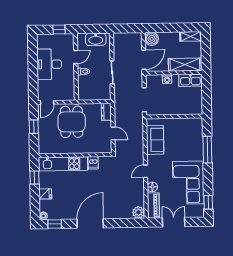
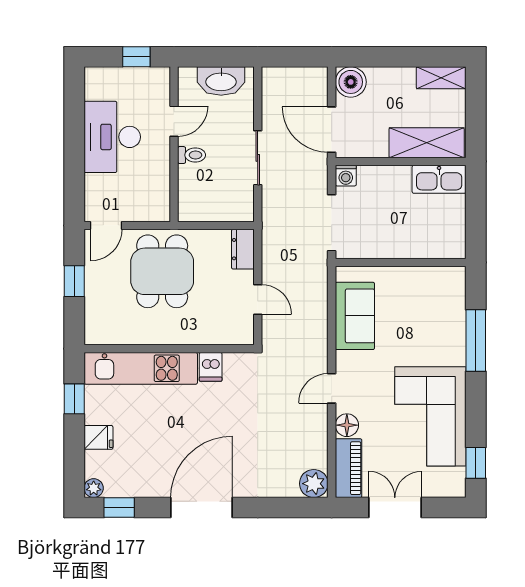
door: (144, 60) -> (332, 130), swing flipped
washing machine: (167, 79) -> (346, 176), moved

